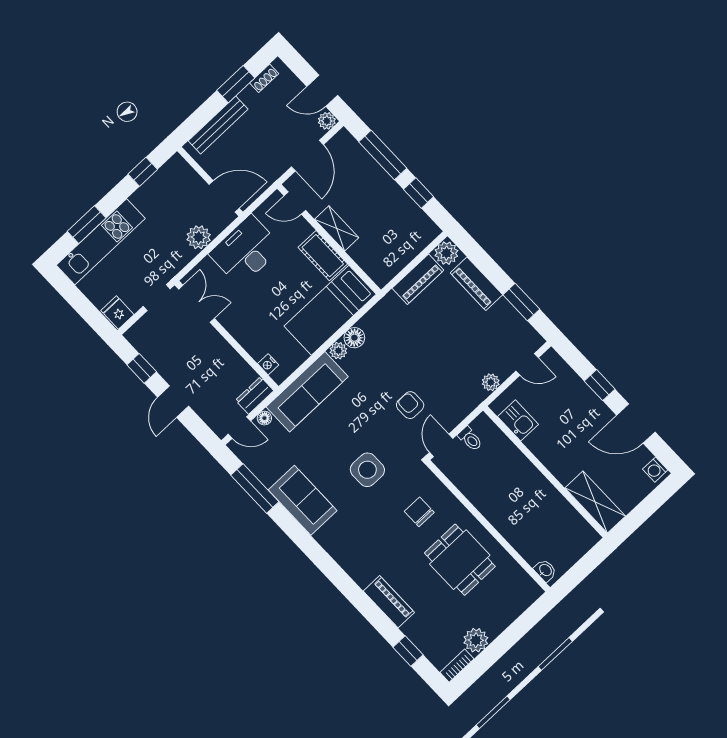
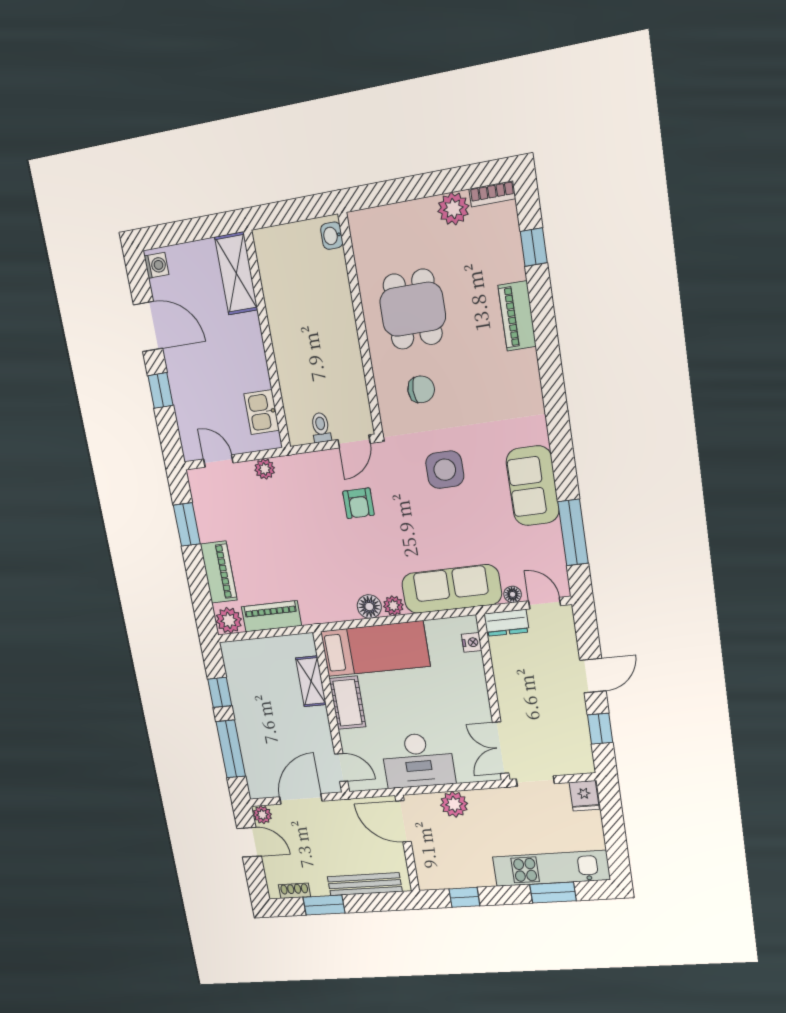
shelving: (337, 228) -> (311, 681), moved
chair: (419, 512) -> (421, 389), turned -90

